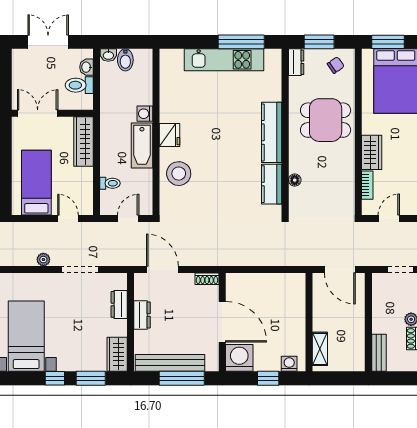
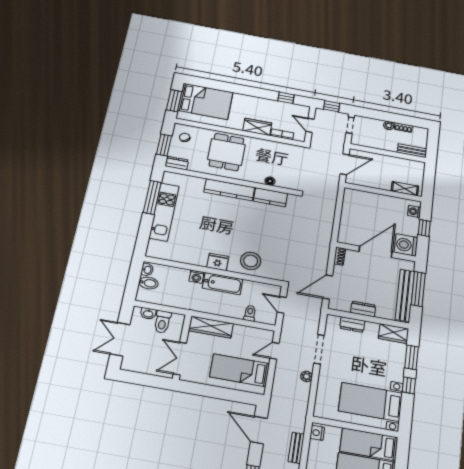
washbasin: (108, 55) -> (147, 270), moved

